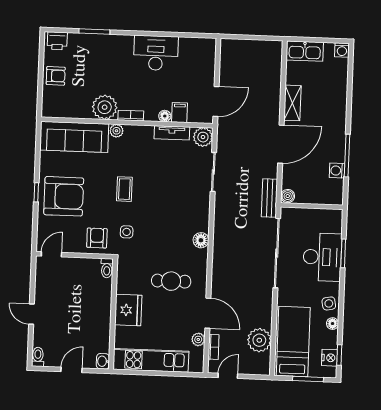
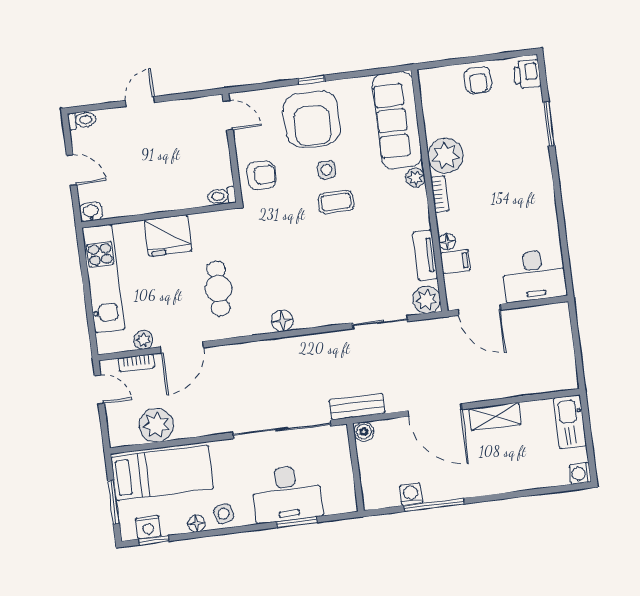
desk: (156, 53) -> (534, 275), moved, turned 90
side table: (127, 232) -> (326, 170), moved

